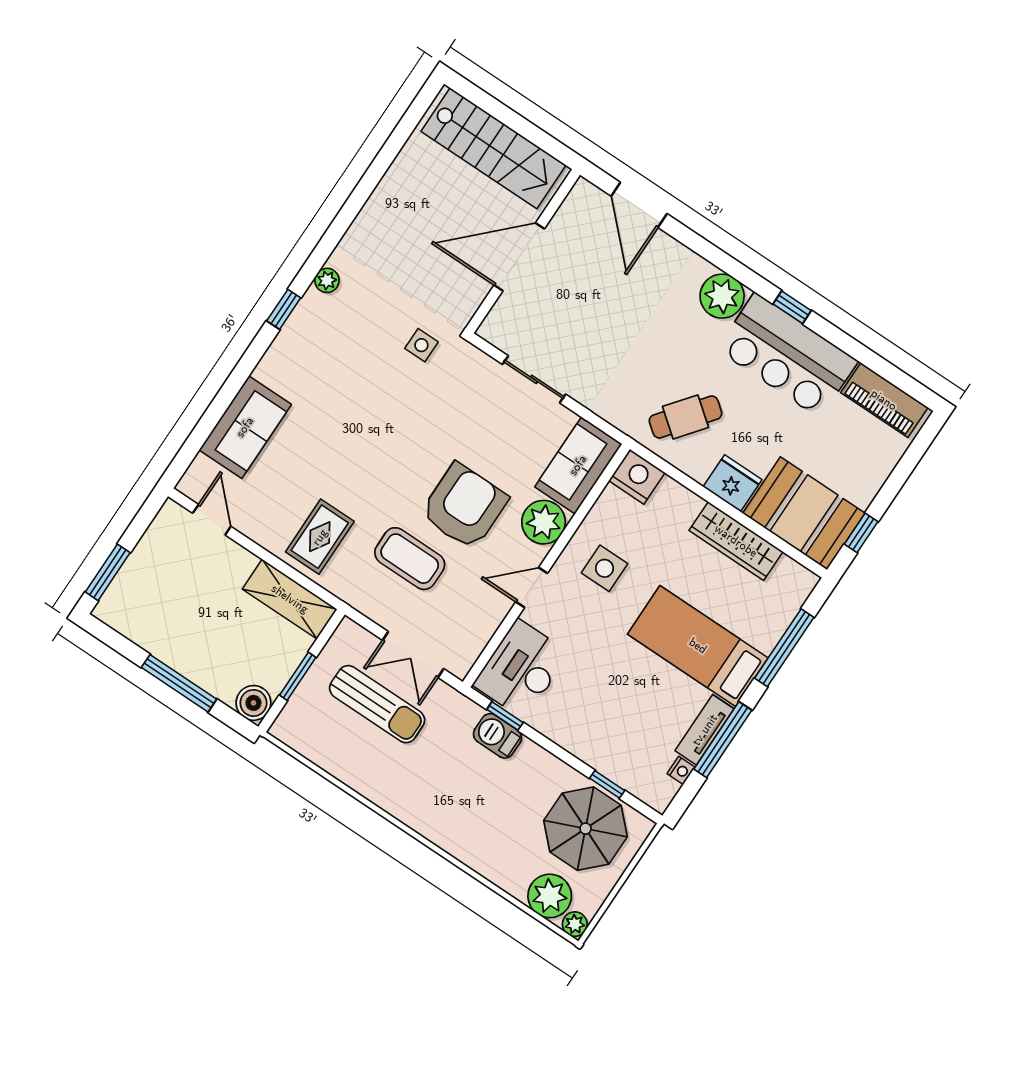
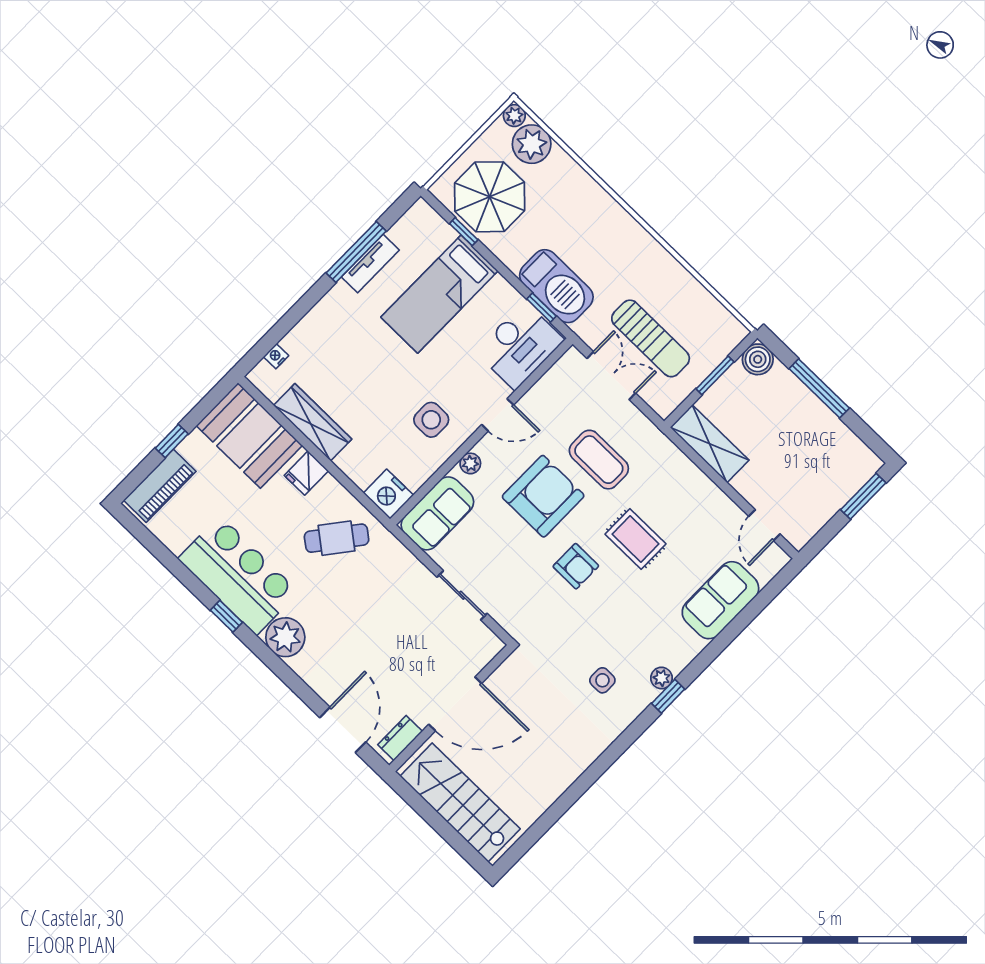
dresser: (573, 208) -> (400, 738), added
plant: (327, 280) -> (661, 678), moved
side table: (421, 345) -> (602, 680), moved
piano: (884, 400) -> (160, 486), moved, turned 90
armchair: (413, 435) -> (576, 566), added
fridge: (733, 483) -> (306, 473), width x0.72
armchair: (464, 506) -> (543, 496), turned 180
plant: (544, 522) -> (470, 463), width x0.53, depth x0.53
window: (861, 533) -> (172, 441), moved
rug: (320, 537) -> (635, 539), moved, turned 90
bed: (698, 646) -> (439, 294), moved, turned 90
window: (784, 648) -> (288, 322), removed
sun lounger: (377, 704) -> (651, 338), turned 180
barbecue: (497, 736) -> (556, 286), width x1.88, depth x1.53
nightstand: (681, 770) -> (276, 356), moved

